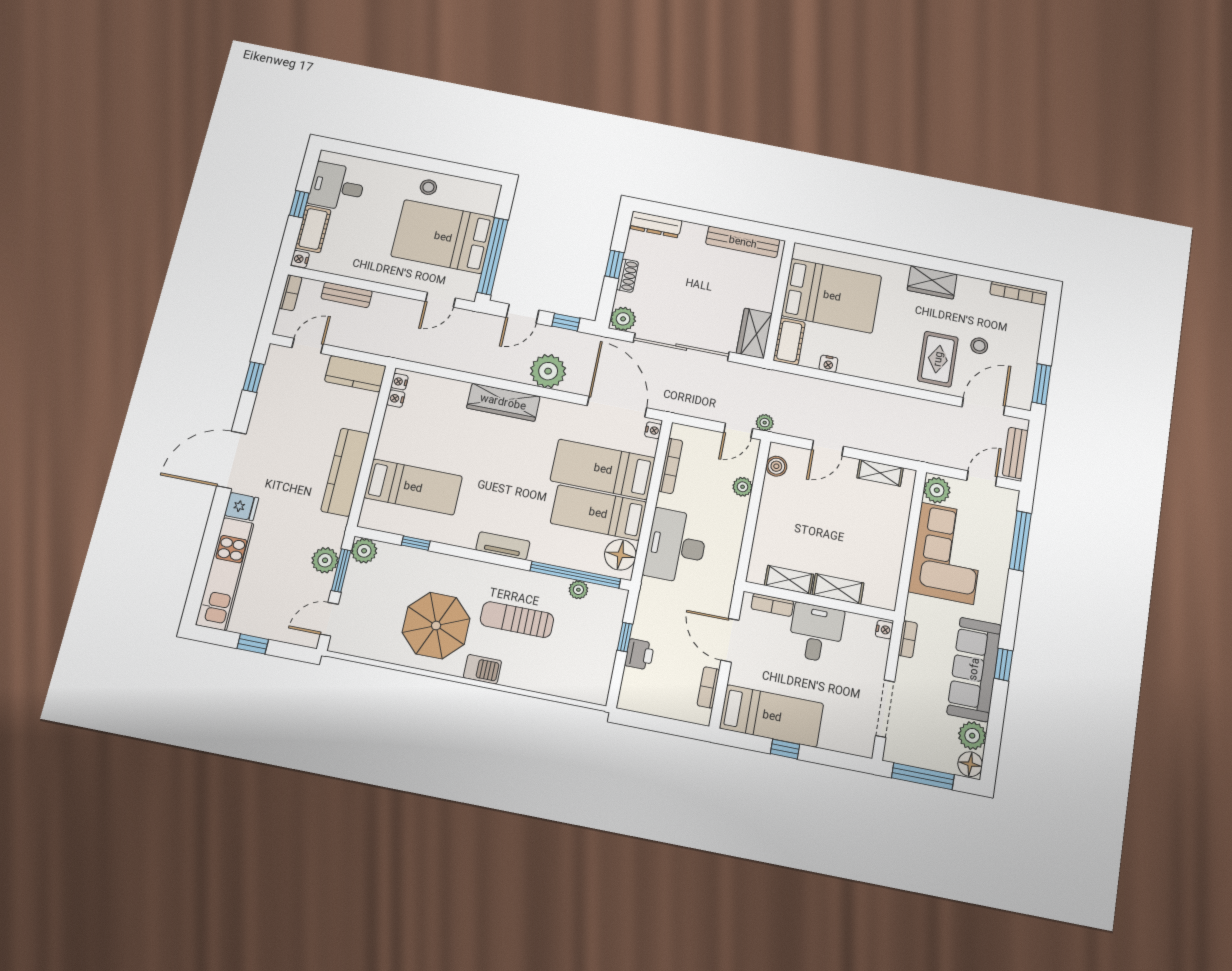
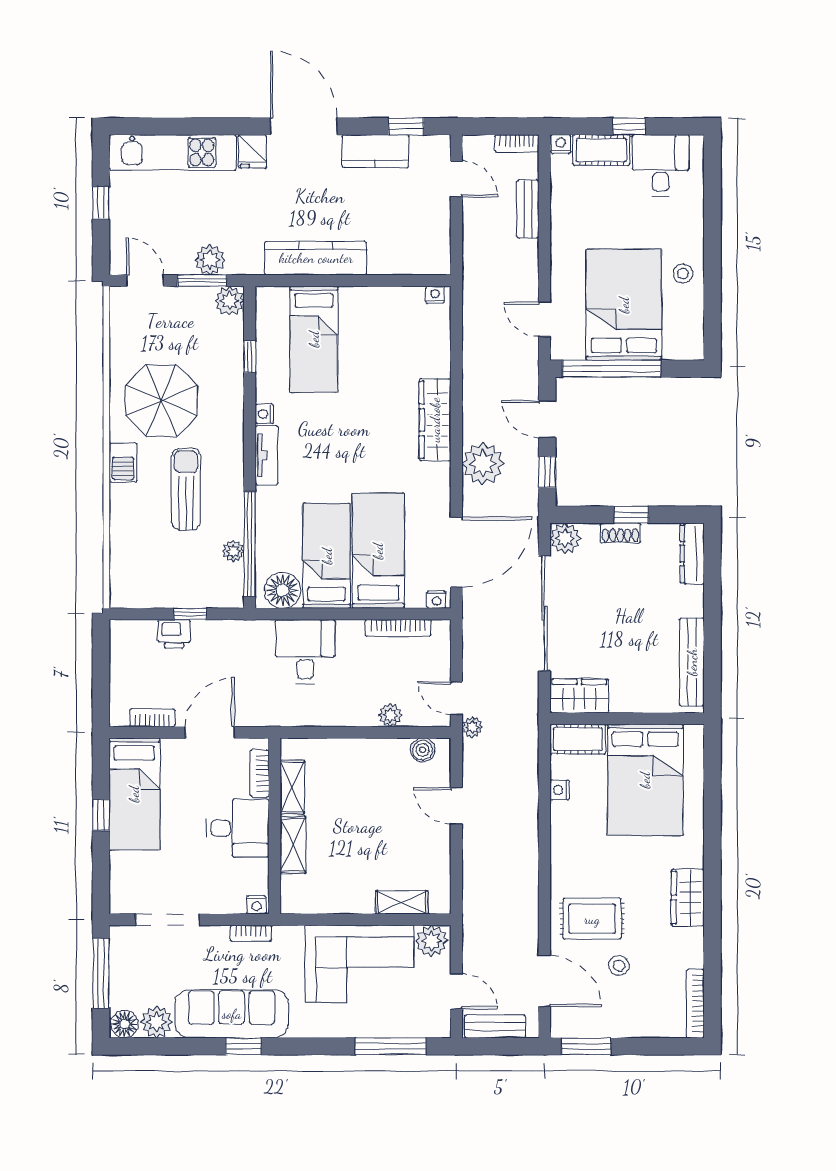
kitchen counter: (355, 374) -> (375, 151), moved, turned -90
nightstand: (396, 399) -> (264, 414), moved, turned -90
shelving: (880, 473) -> (402, 902), moved, turned 90
desk: (676, 546) -> (305, 652), width x0.73

